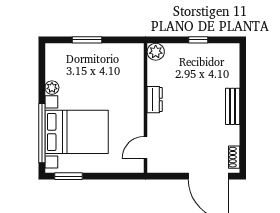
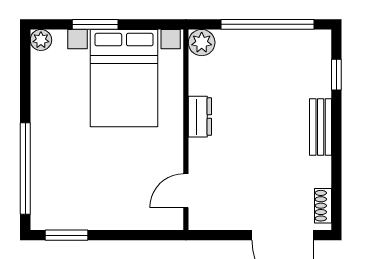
window: (198, 40) -> (267, 24), width x3.17
window: (243, 73) -> (336, 75), added
plant: (52, 88) -> (41, 40), moved
bed with nightstands: (77, 132) -> (124, 78), moved, turned 90

